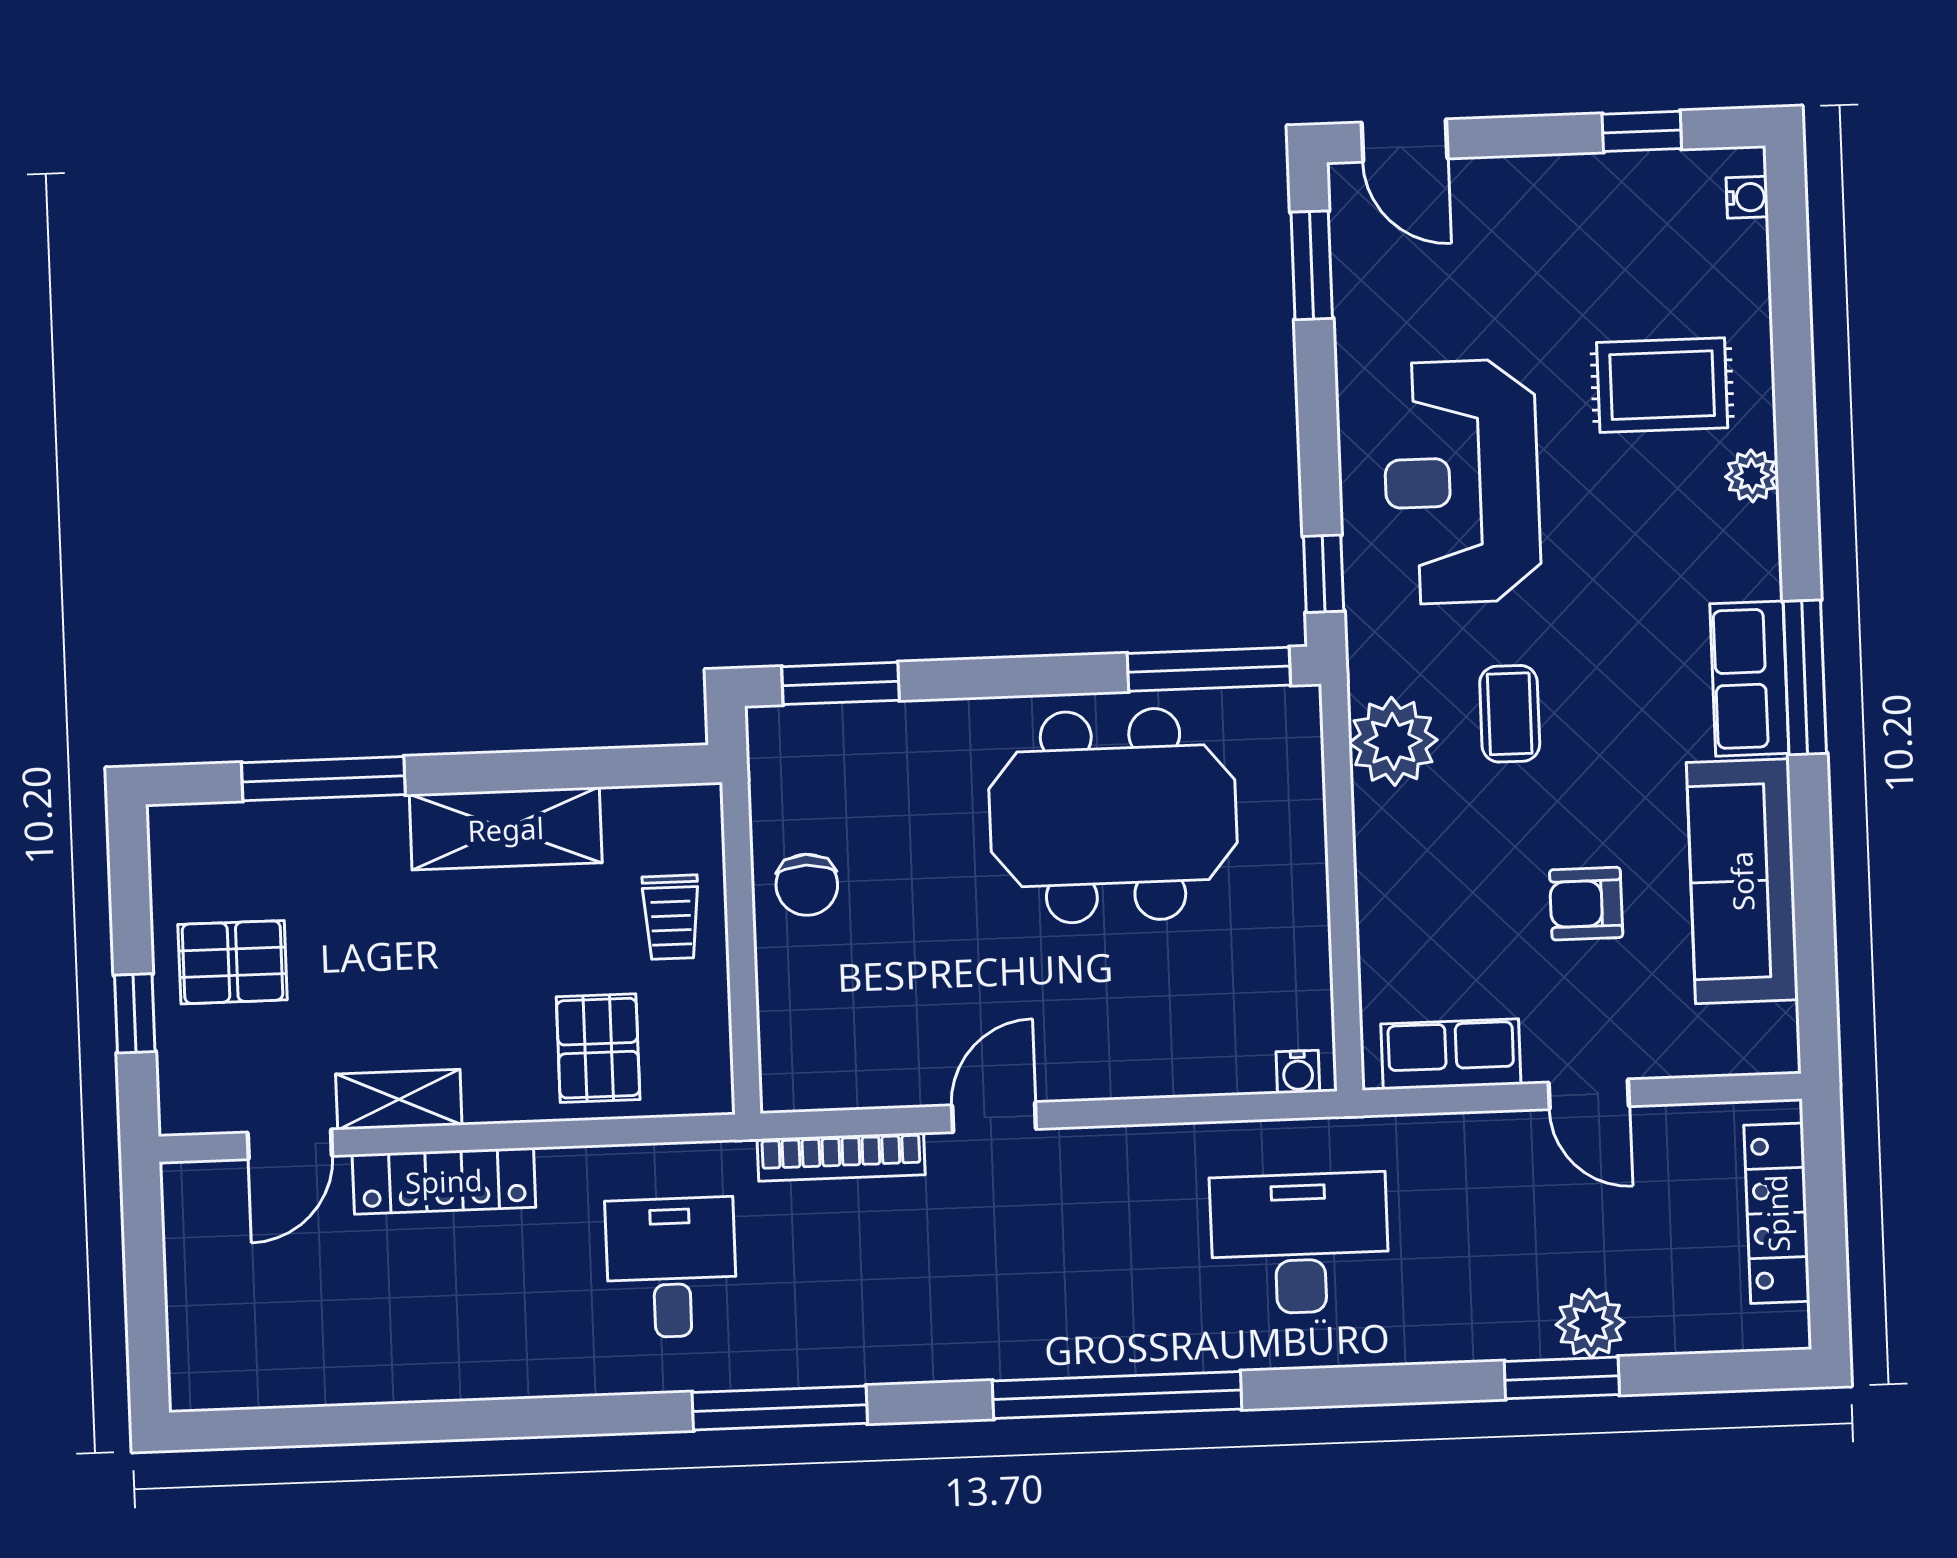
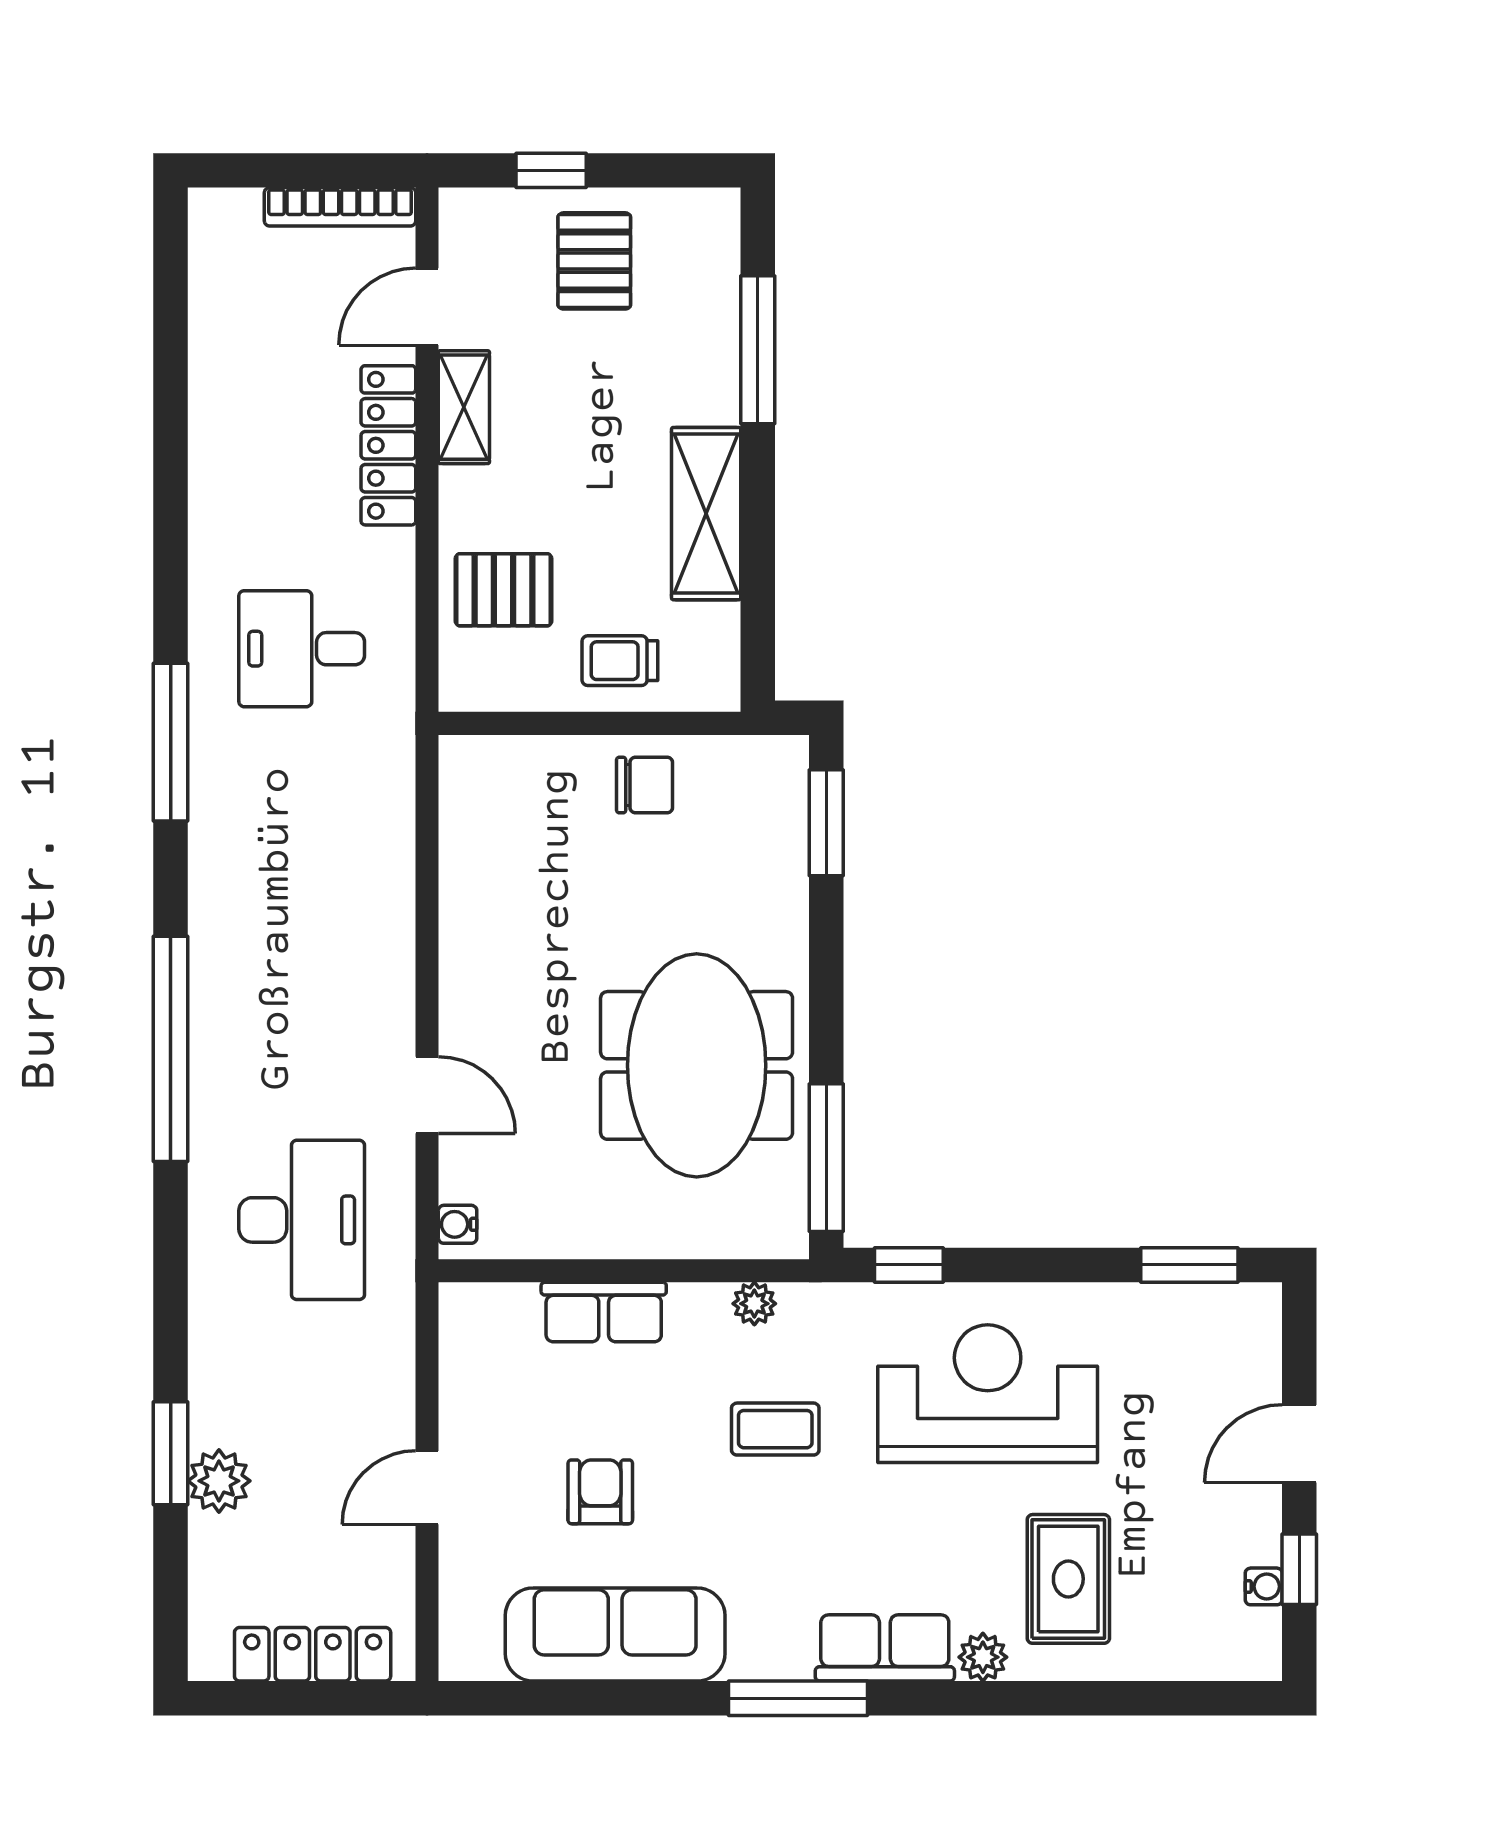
door: (1405, 141) -> (1299, 1444), moved
water cooler: (1747, 197) -> (1264, 1586), moved, turned -90
row of seats: (1749, 679) -> (885, 1648), moved
plant: (1393, 741) -> (754, 1304), width x0.53, depth x0.53
chair: (807, 885) -> (645, 785), turned 180
row of seats: (1451, 1054) -> (604, 1312), moved, turned 90
door: (994, 1117) -> (427, 1095), moved
door: (290, 1144) -> (427, 307), hinge flipped
bookcase: (841, 1157) -> (340, 207), moved, turned -90
desk: (671, 1268) -> (302, 649), turned 180

